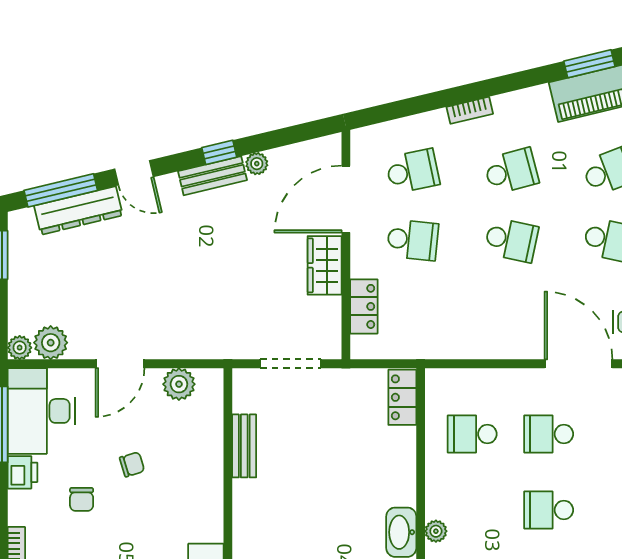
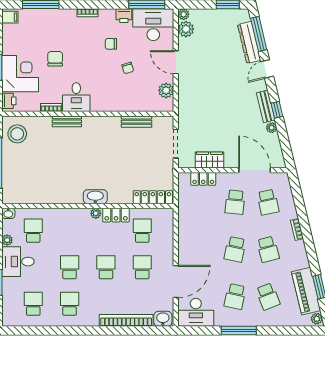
wardrobe: (325, 265) -> (210, 160), moved
locker: (402, 397) -> (153, 197), width x1.53
locker: (440, 489) -> (116, 215), added

